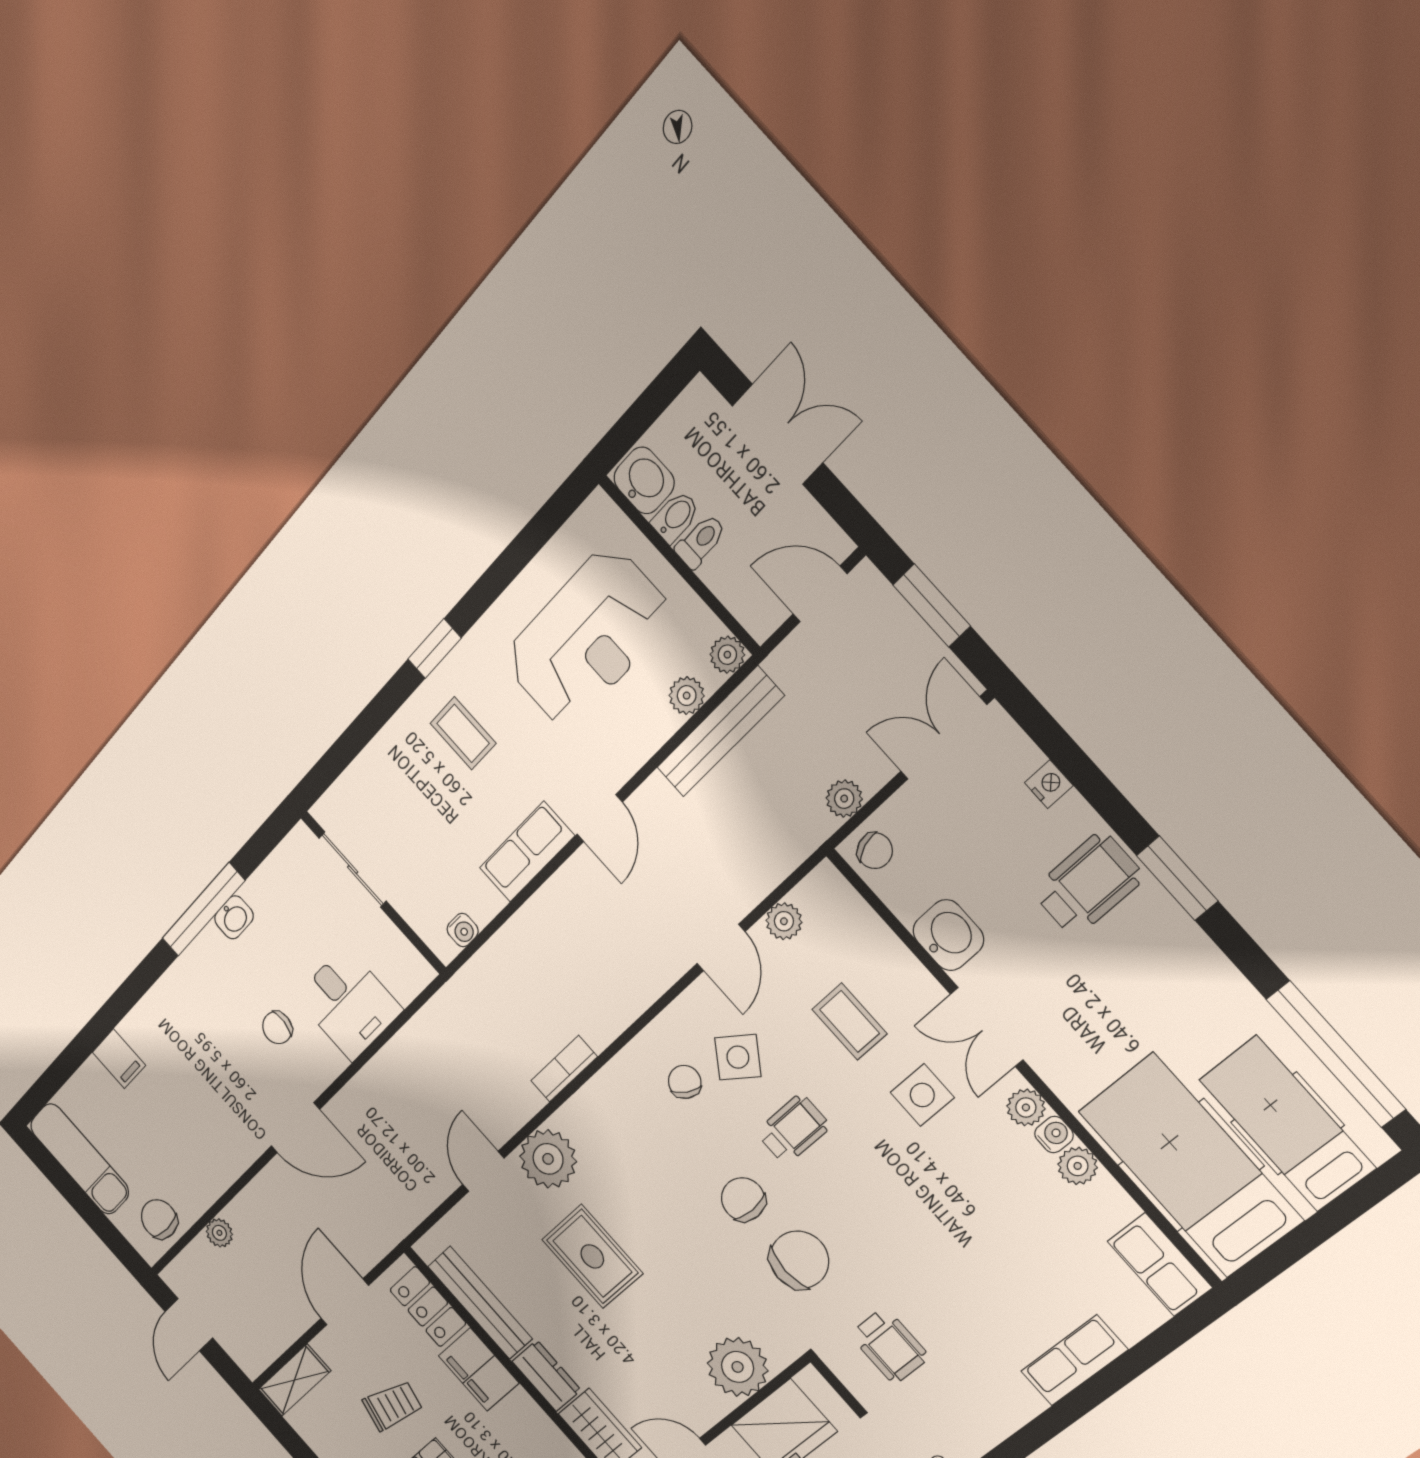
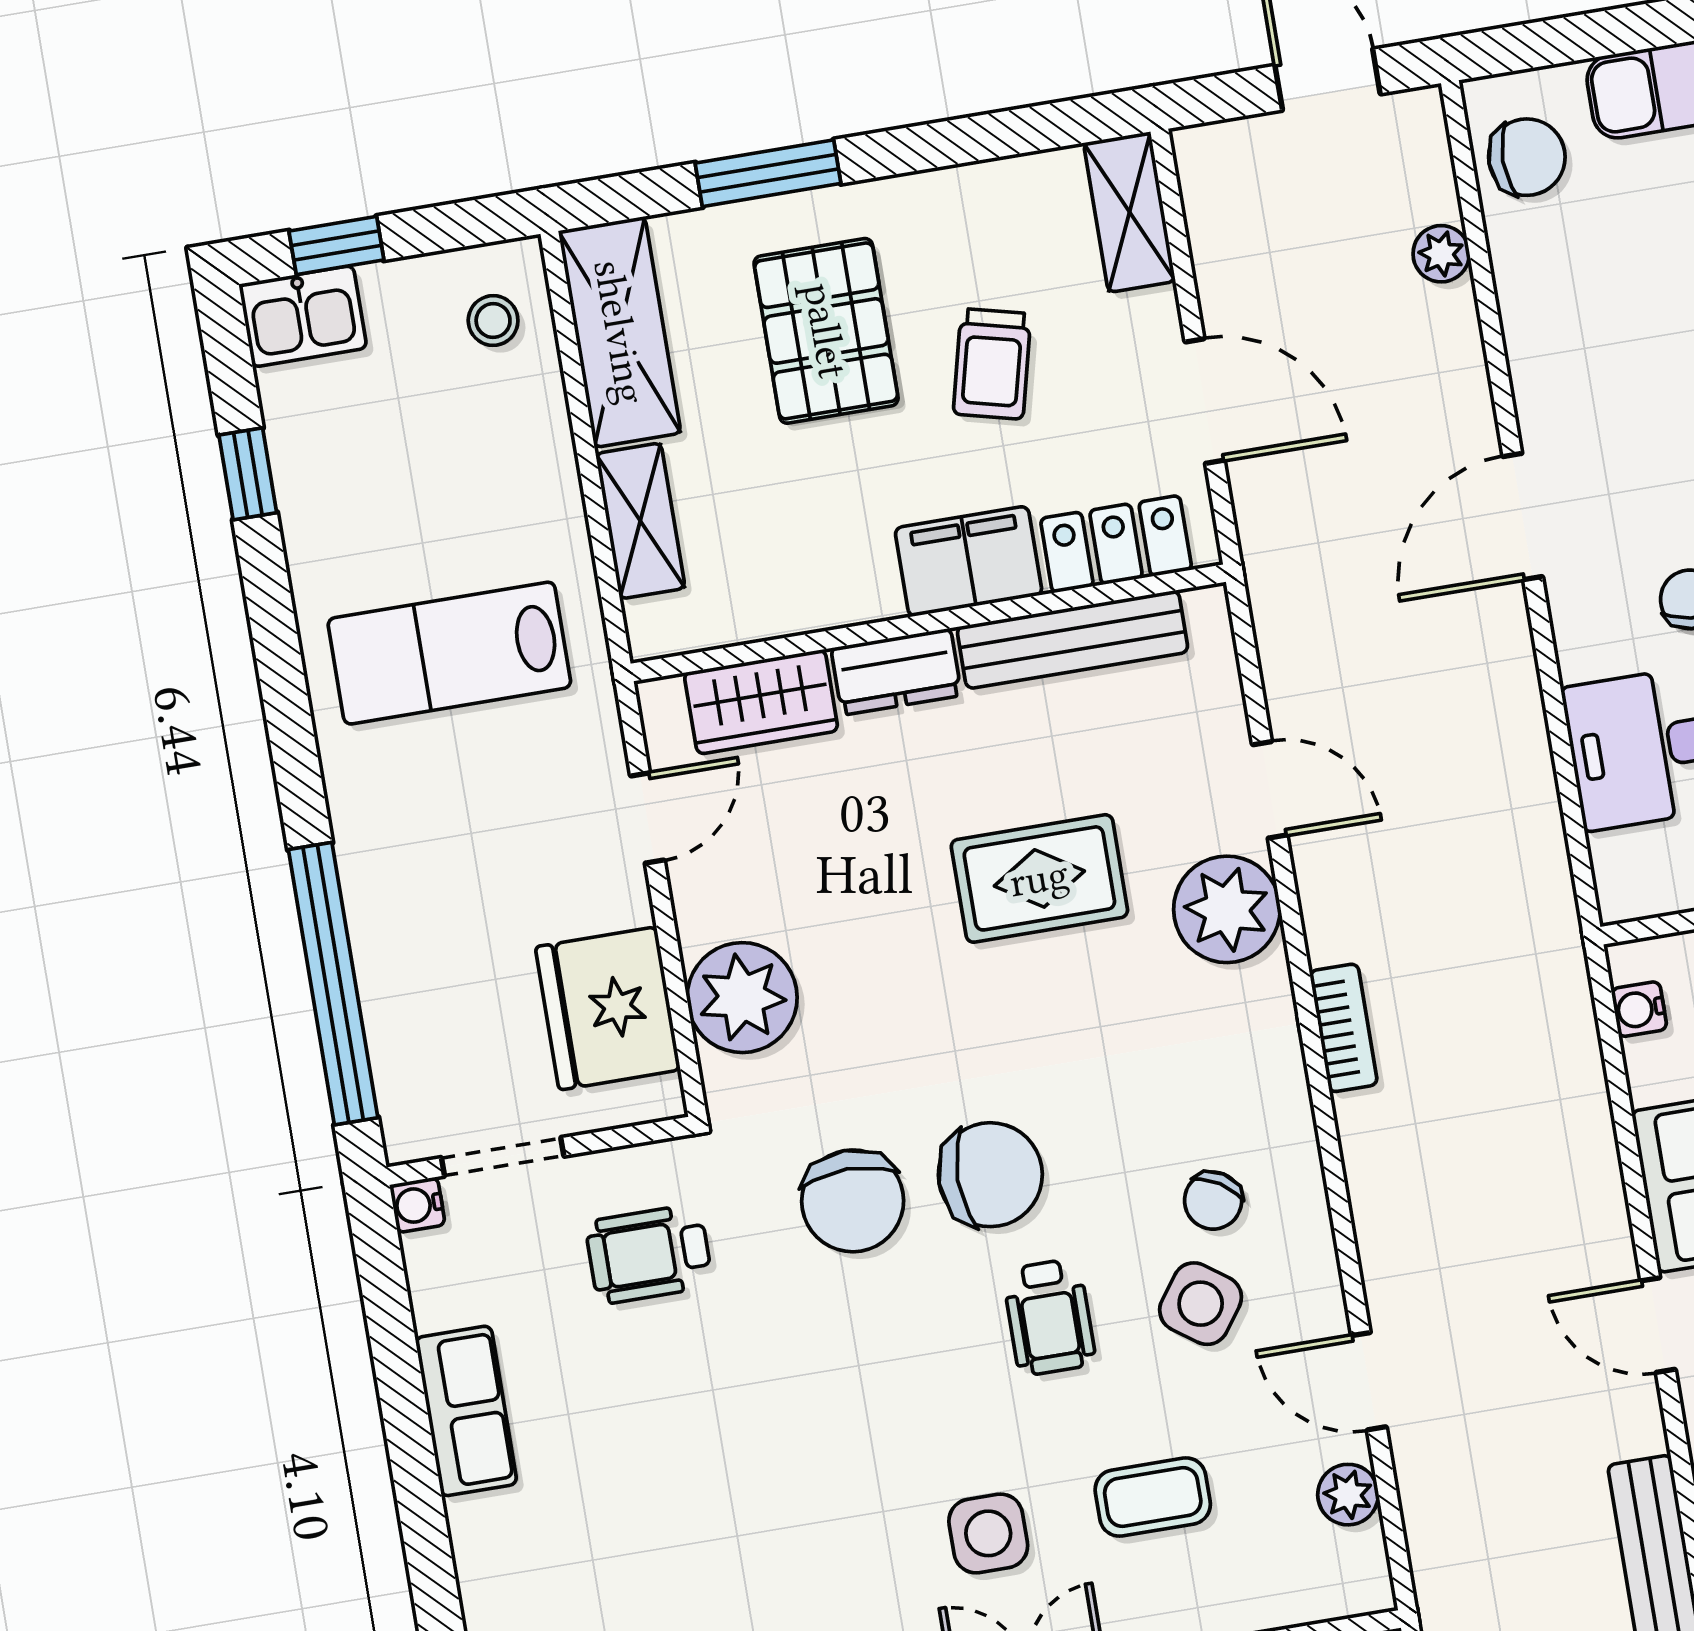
chair: (685, 1082) -> (1213, 1201), turned 91
chair: (743, 1199) -> (990, 1175), width x1.37, depth x1.37
row of seats: (1074, 1360) -> (466, 1411), moved

